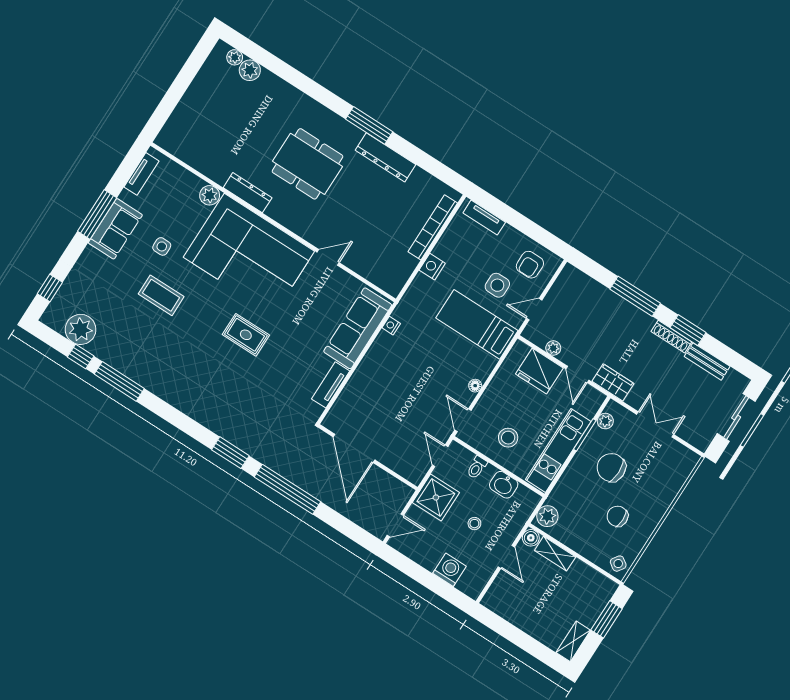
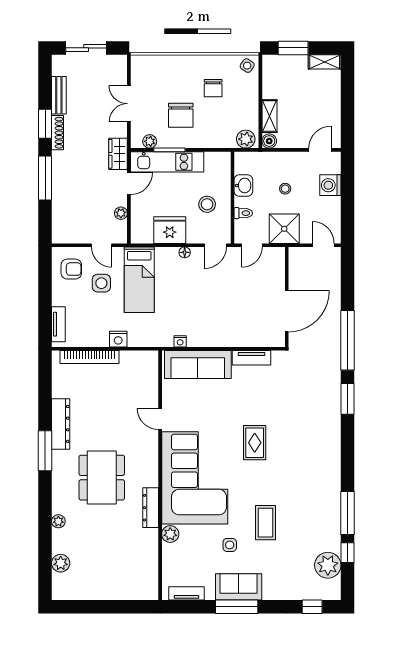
plant: (235, 57) -> (58, 521), moved
fridge: (539, 371) -> (170, 230), moved, turned -90
kitchen unit: (558, 450) -> (167, 162), moved
door: (506, 557) -> (320, 150), moved

